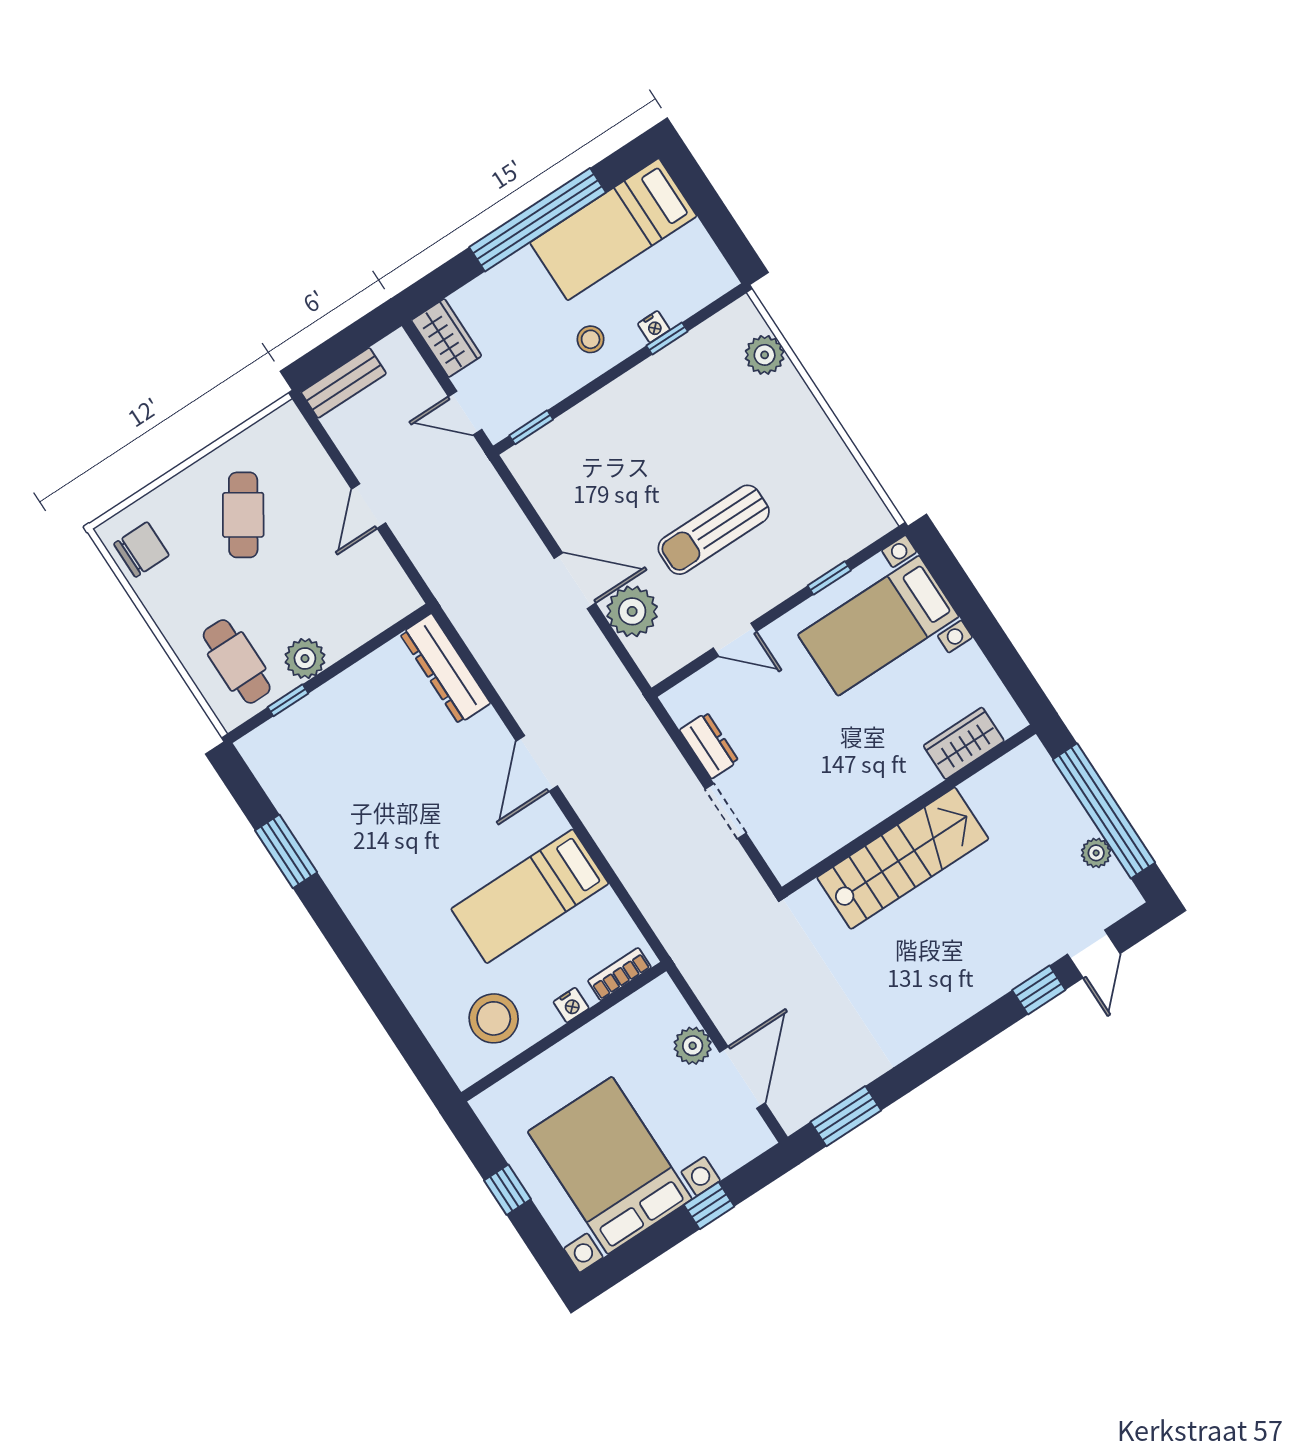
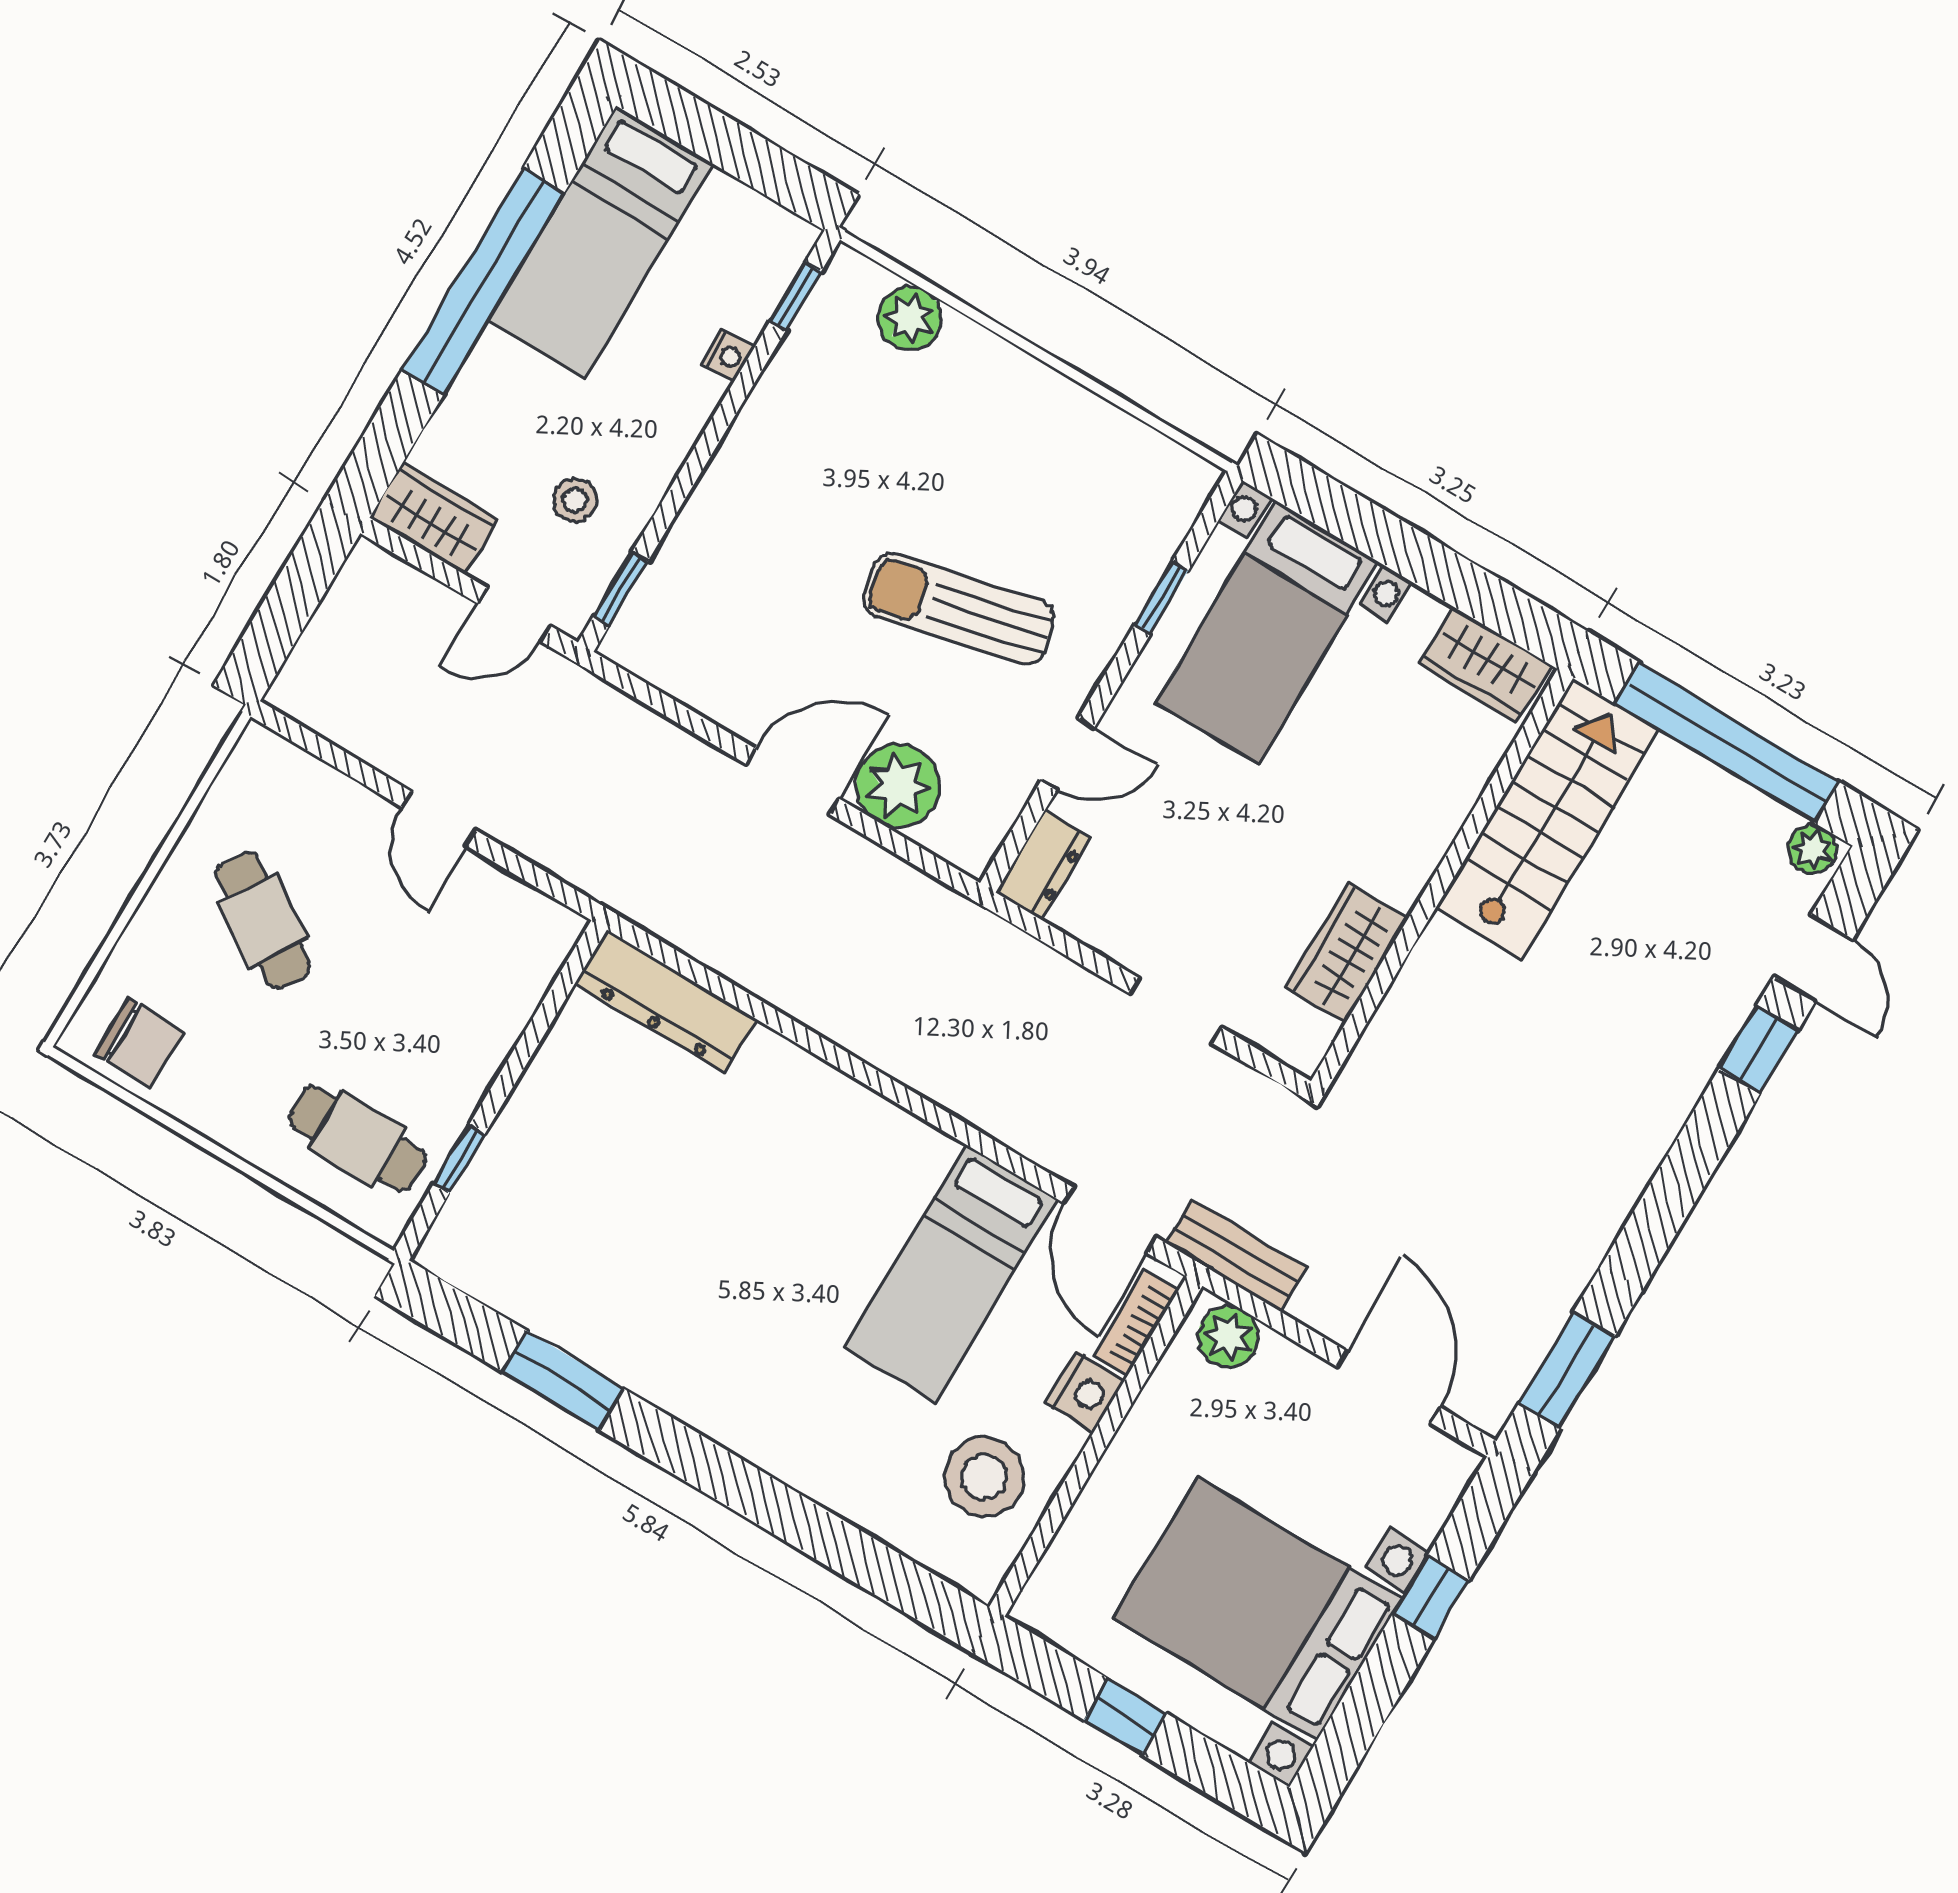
window: (667, 338) -> (796, 296), moved
stool: (591, 339) -> (575, 500), moved
bench: (344, 383) -> (1236, 1256), moved, turned 90
sun lounger: (714, 530) -> (959, 609), turned 77
chair: (141, 550) -> (139, 1043), turned 90
plant: (305, 659) -> (454, 1086), removed
wardrobe: (964, 743) -> (1485, 665), moved, turned -90
dresser: (709, 745) -> (1043, 865), moved, turned 90
door: (537, 763) -> (1110, 1220), moved
wardrobe: (836, 825) -> (1347, 953), added
plant: (1096, 853) -> (1812, 850), moved
stairs: (903, 858) -> (1547, 819), moved
nightstand: (571, 1005) -> (1086, 1392), width x1.39, depth x1.35
plant: (693, 1046) -> (1228, 1337), moved

